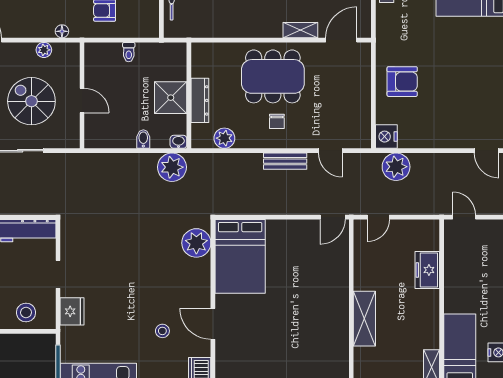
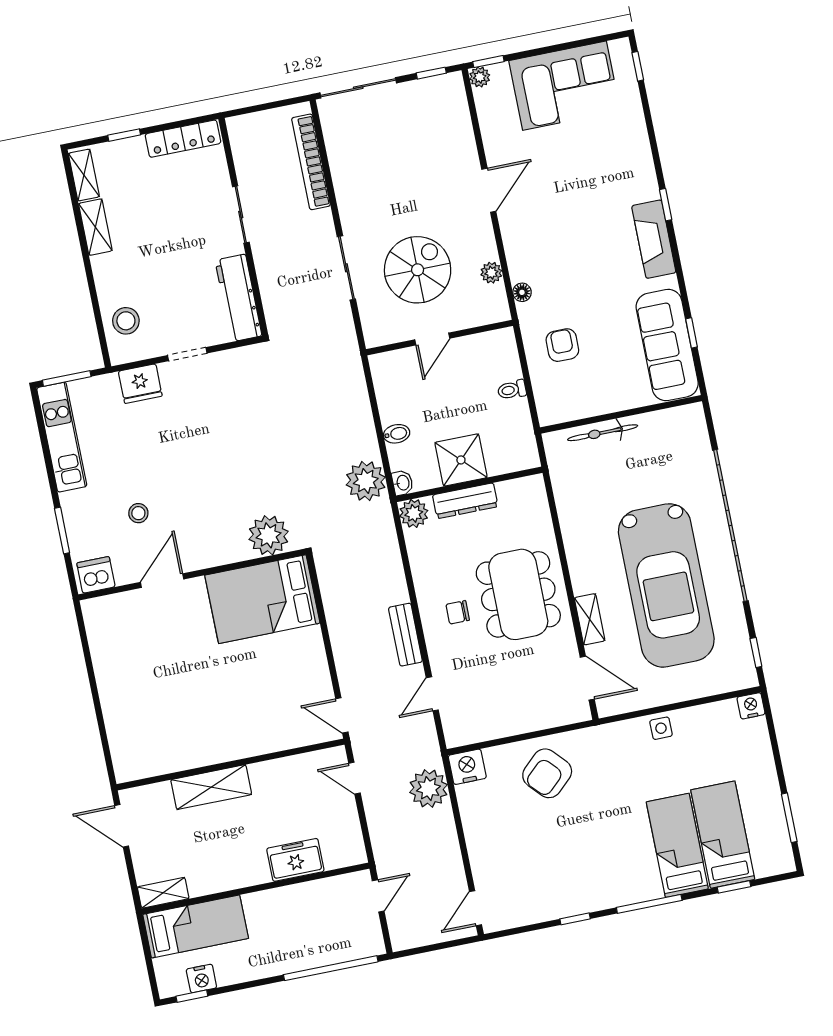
armchair: (402, 82) -> (547, 773), turned 47
plant: (224, 138) -> (414, 513), moved

